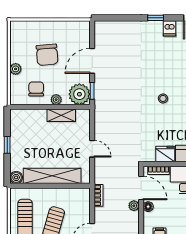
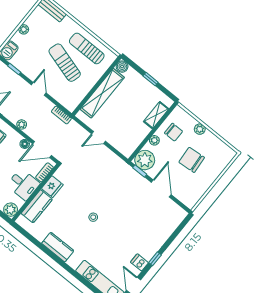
shelving: (61, 115) -> (156, 115), moved
plant: (134, 206) -> (22, 124), moved

